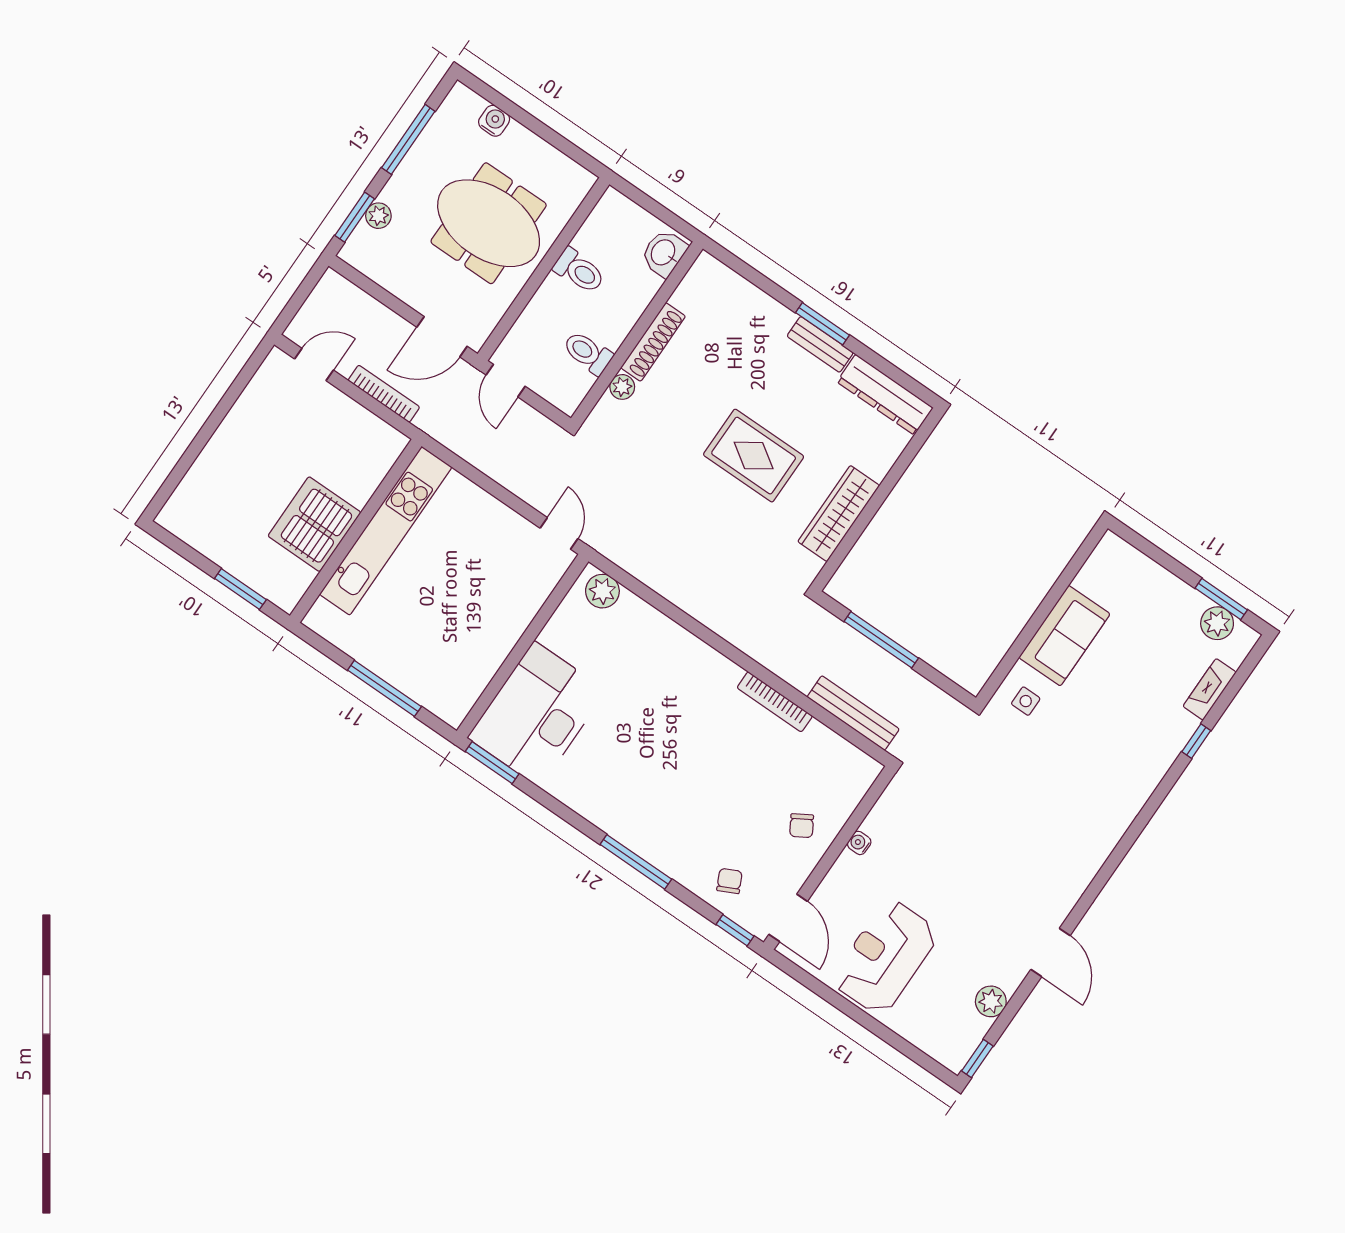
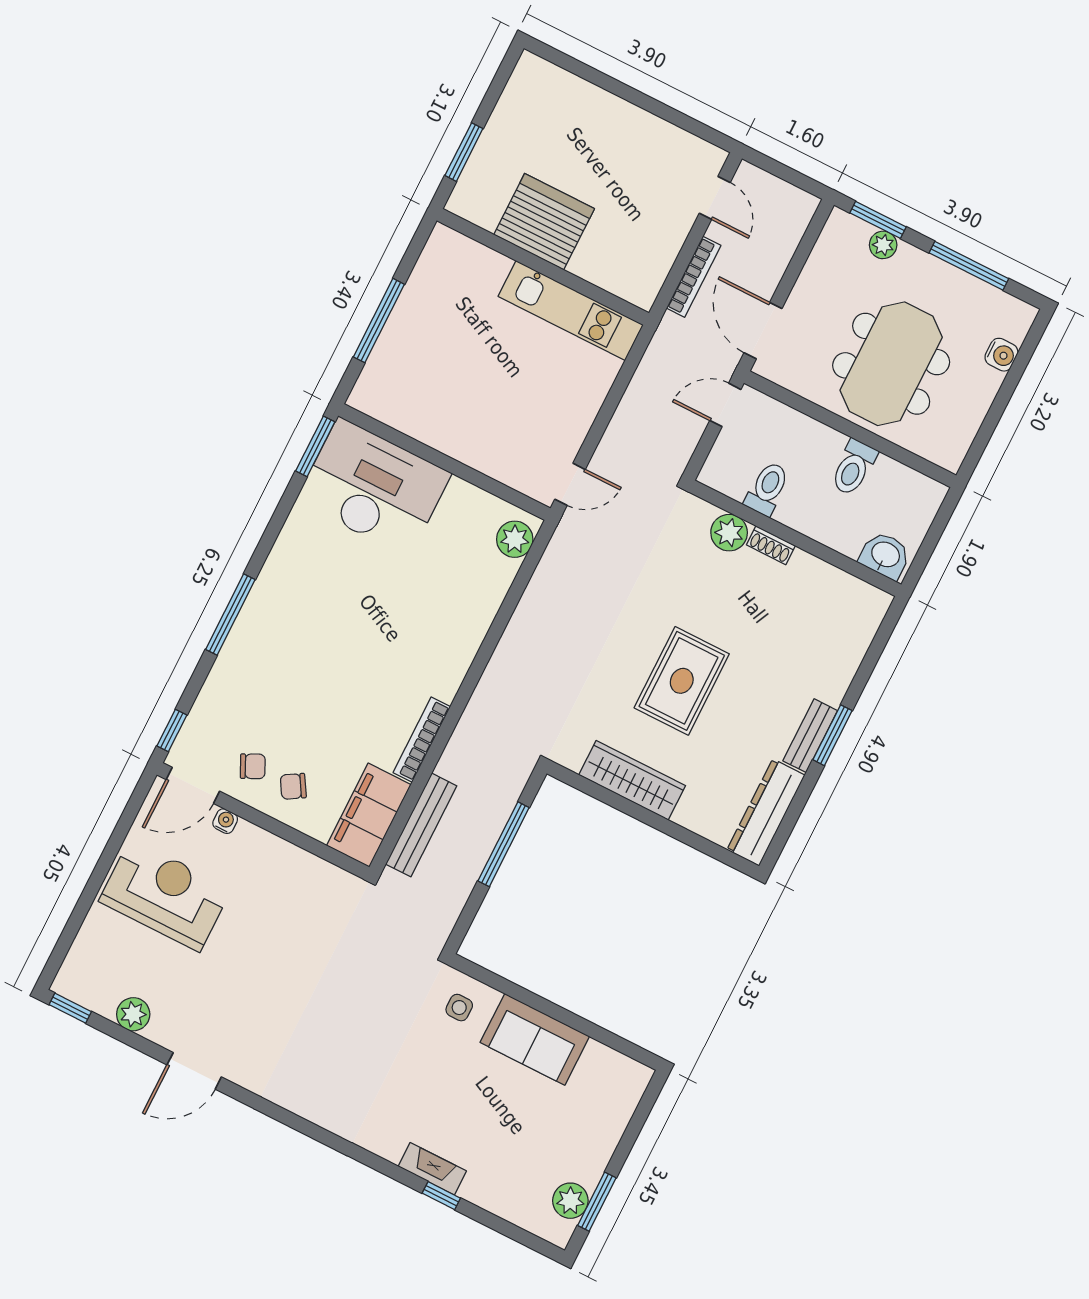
shoe rack: (653, 342) -> (771, 545), width x0.51, depth x0.81
plant: (622, 387) -> (729, 533), width x1.38, depth x1.38
kitchen unit: (386, 531) -> (571, 311), width x0.73
fireplace: (1210, 689) -> (432, 1169), moved
filing cabinet: (838, 760) -> (369, 815), added
water cooler: (859, 843) -> (225, 821), moved
chair: (729, 881) -> (253, 766), moved

